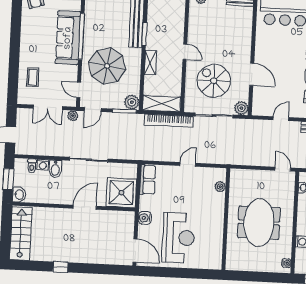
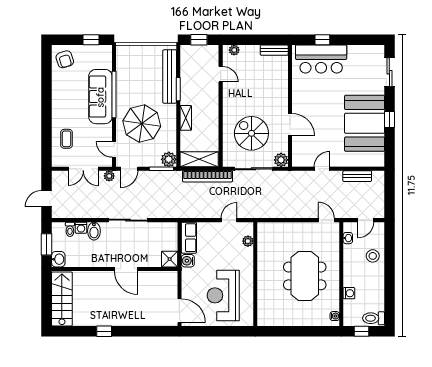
door: (185, 52) -> (221, 74), moved
plant: (220, 187) -> (248, 241), moved
shower: (121, 193) -> (170, 259), width x0.54, depth x0.54
door: (85, 207) -> (126, 269), swing flipped
water cooler: (145, 218) -> (188, 261), moved
wall: (226, 219) -> (255, 274), moved
reception desk: (178, 238) -> (223, 295), turned 180

